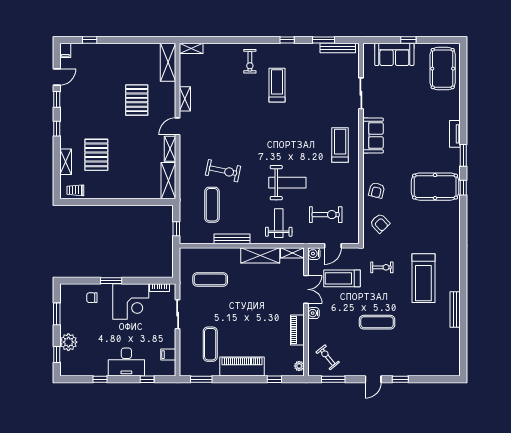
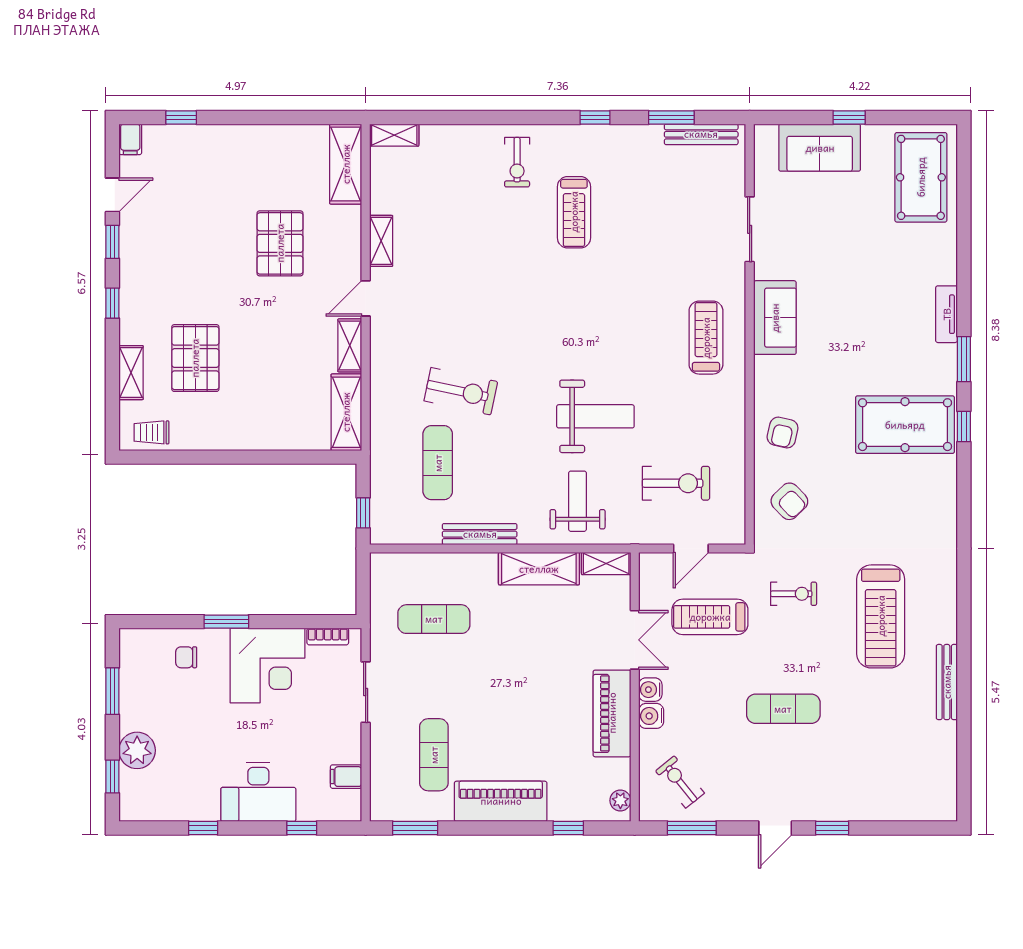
treadmill: (277, 85) -> (574, 212), turned 180
water cooler: (314, 254) -> (651, 716), moved
piano: (297, 330) -> (612, 713), width x1.37, depth x1.33

